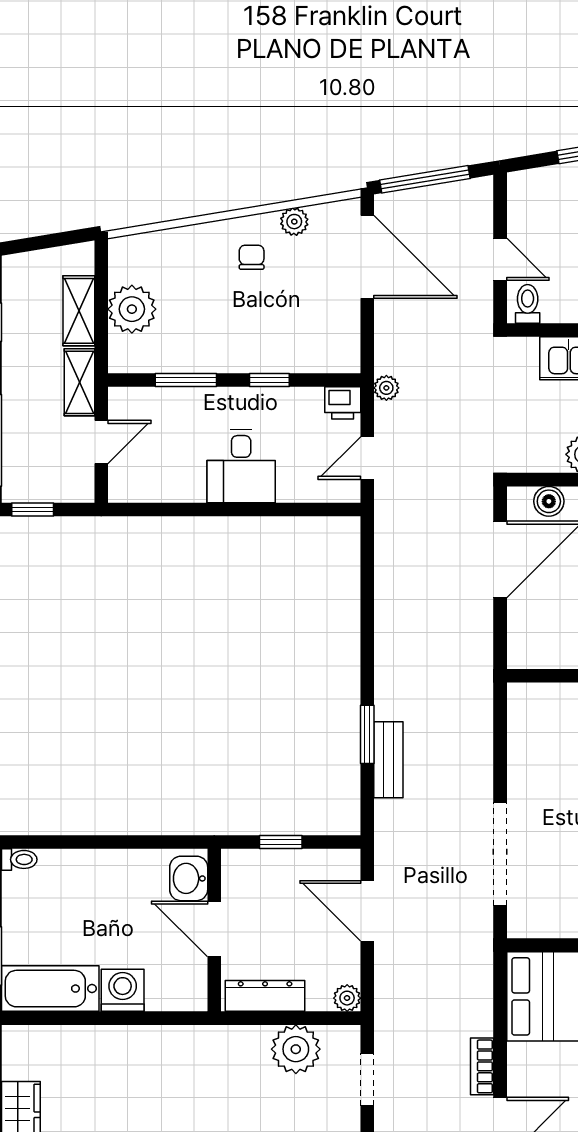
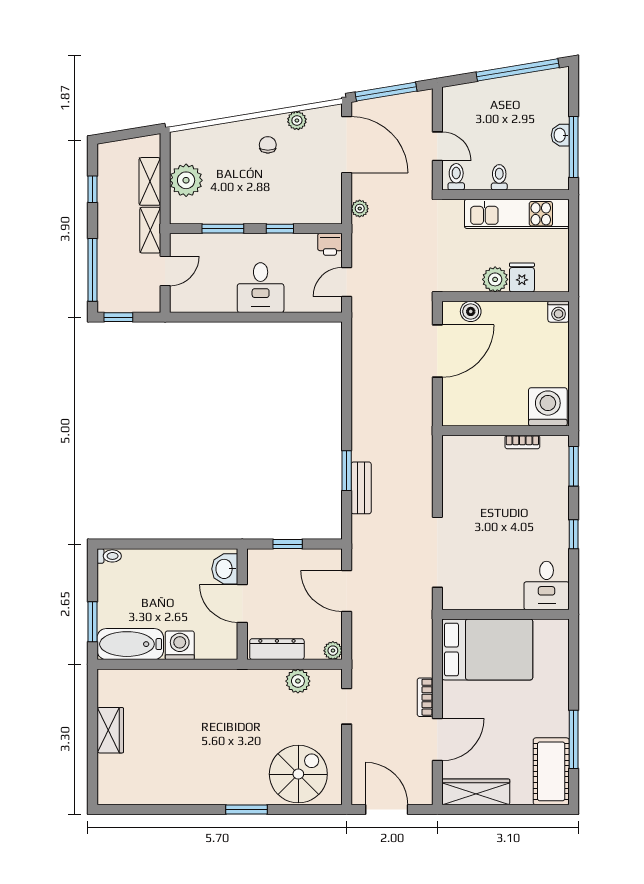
plant: (386, 388) -> (360, 209), moved
plant: (296, 1049) -> (298, 681), width x0.73, depth x0.73

